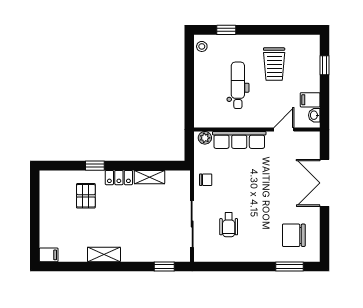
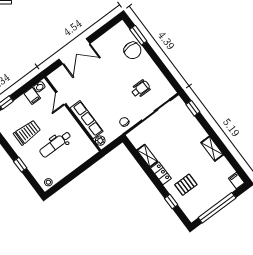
window: (226, 30) -> (20, 165), moved
door: (284, 129) -> (61, 98), hinge flipped
window: (95, 166) -> (171, 202), moved
window: (35, 211) -> (217, 208), added
chair: (294, 235) -> (133, 50), moved

